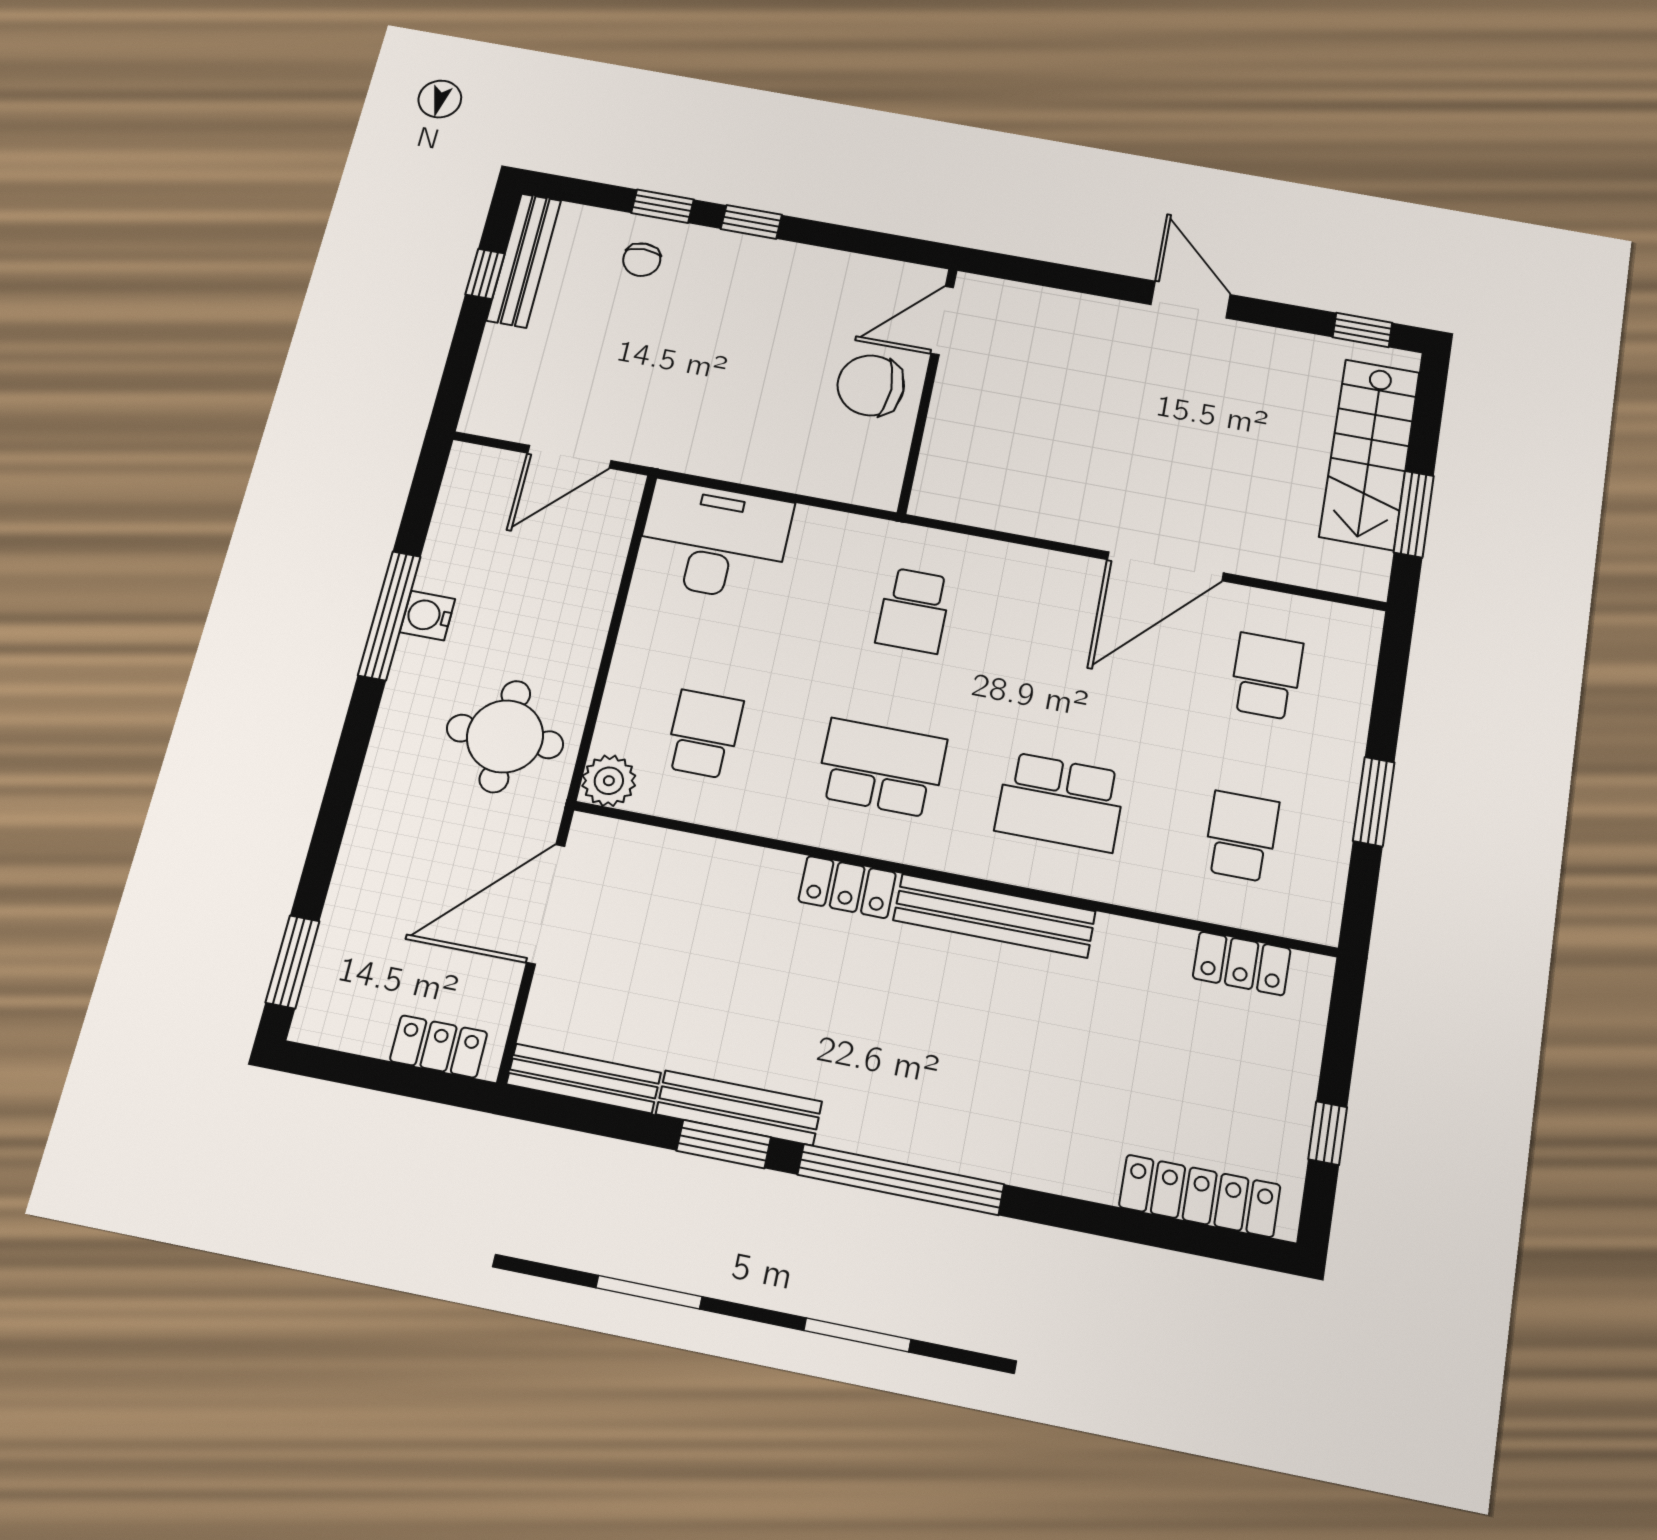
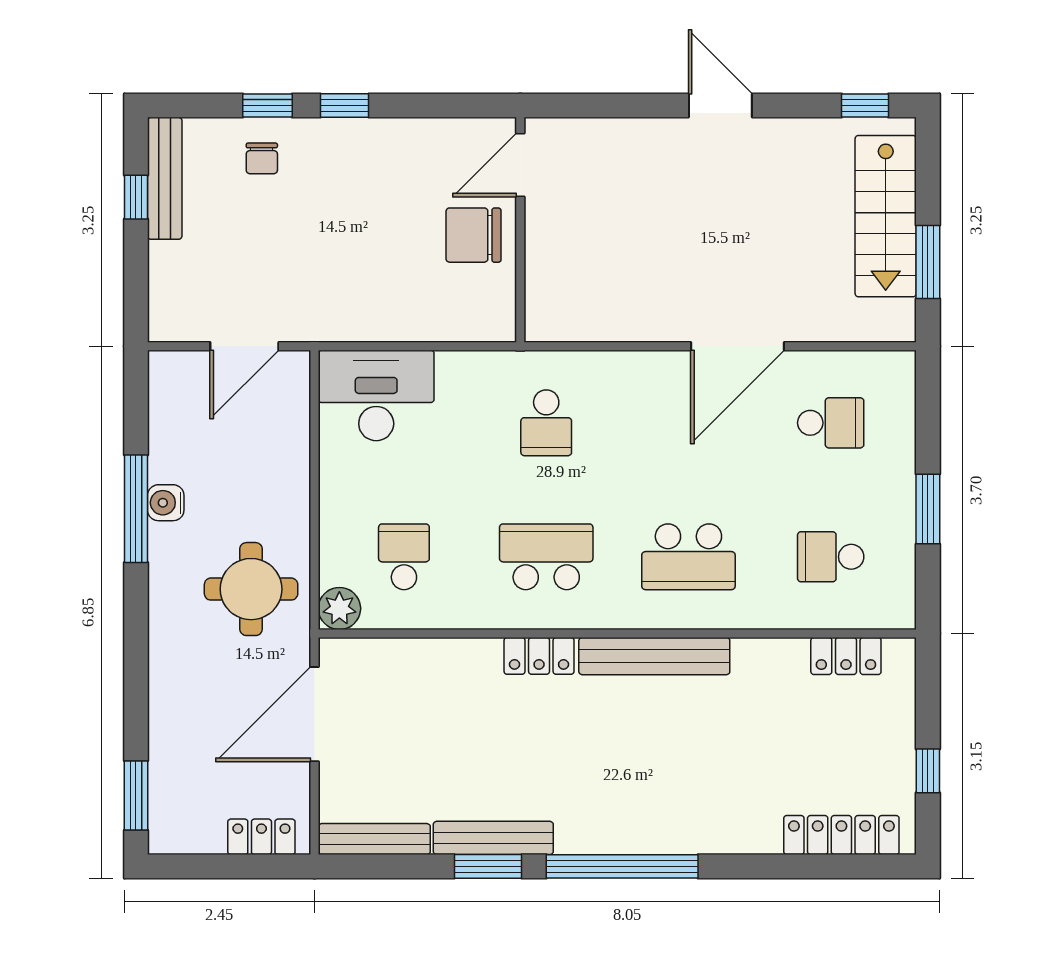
school desk: (1266, 676) -> (831, 423), turned 90
school desk: (1241, 836) -> (831, 557), turned -90

